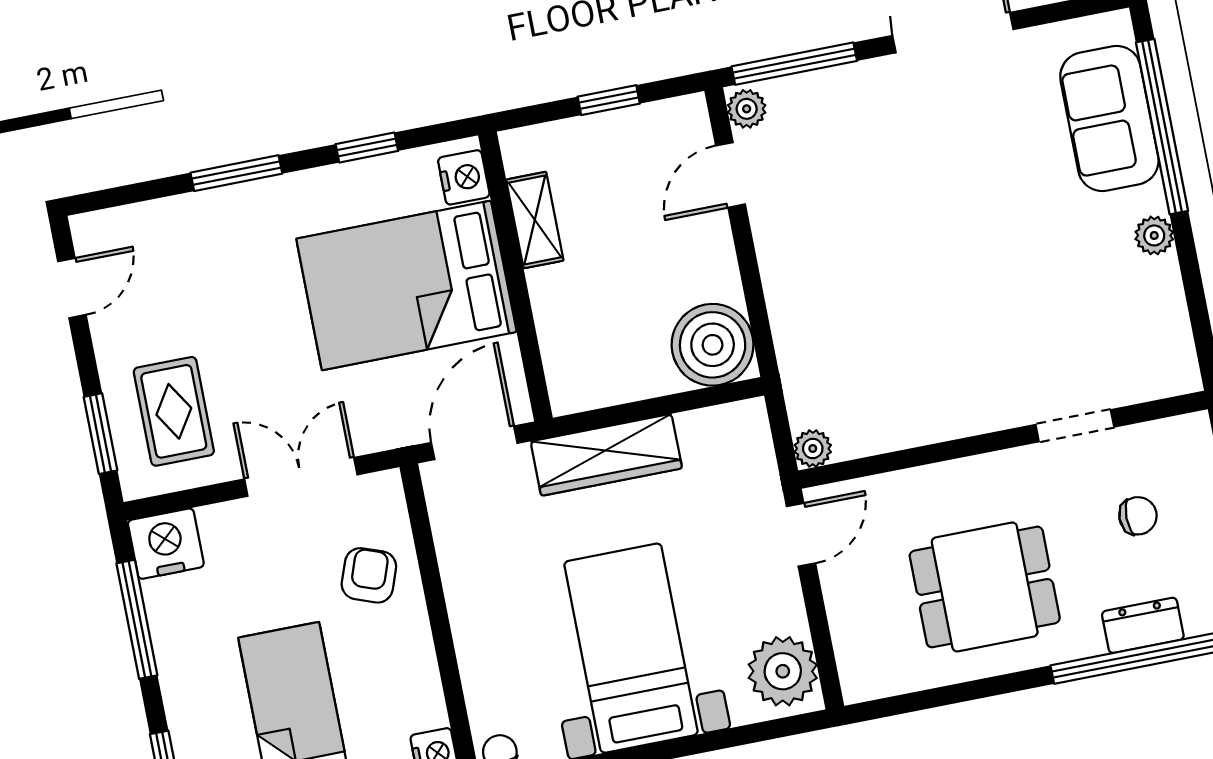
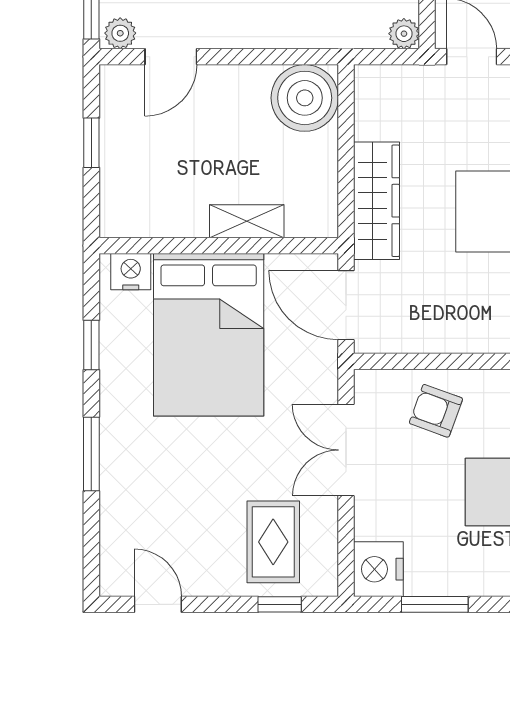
door: (730, 175) -> (171, 57), hinge flipped
shelving: (535, 220) -> (247, 221), moved
rug: (174, 411) -> (273, 542), turned 90
window: (100, 434) -> (280, 604), width x0.67
window: (137, 619) -> (435, 604), width x0.69

